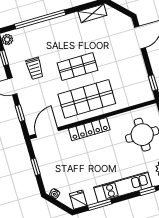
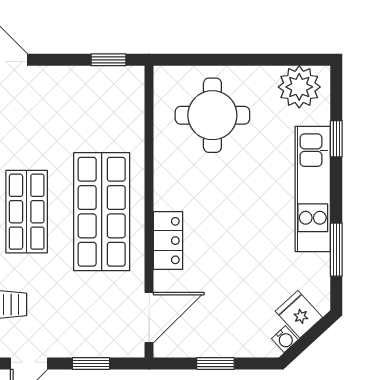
locker: (89, 129) -> (168, 241), width x0.66
door: (47, 132) -> (149, 318), swing flipped
fridge: (78, 200) -> (299, 314), moved, turned 47

